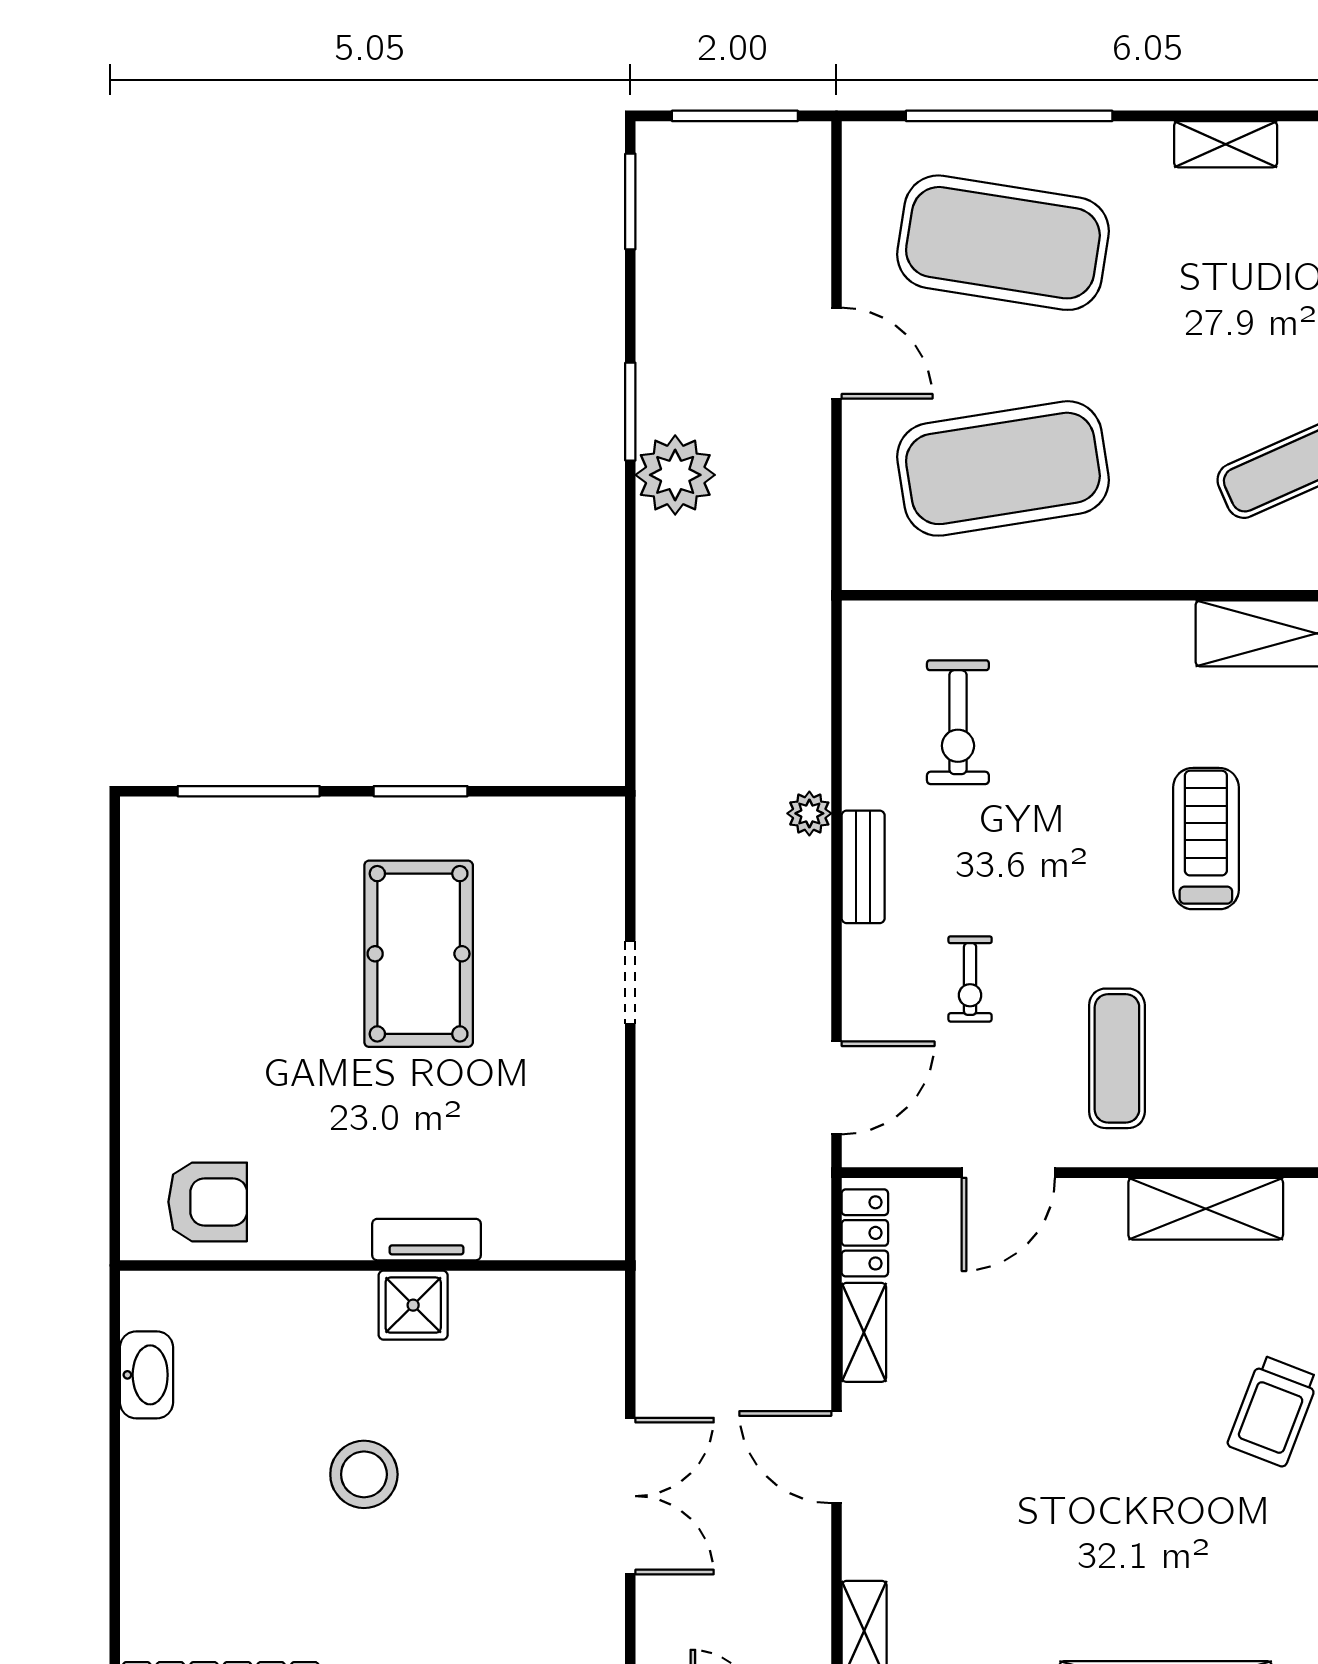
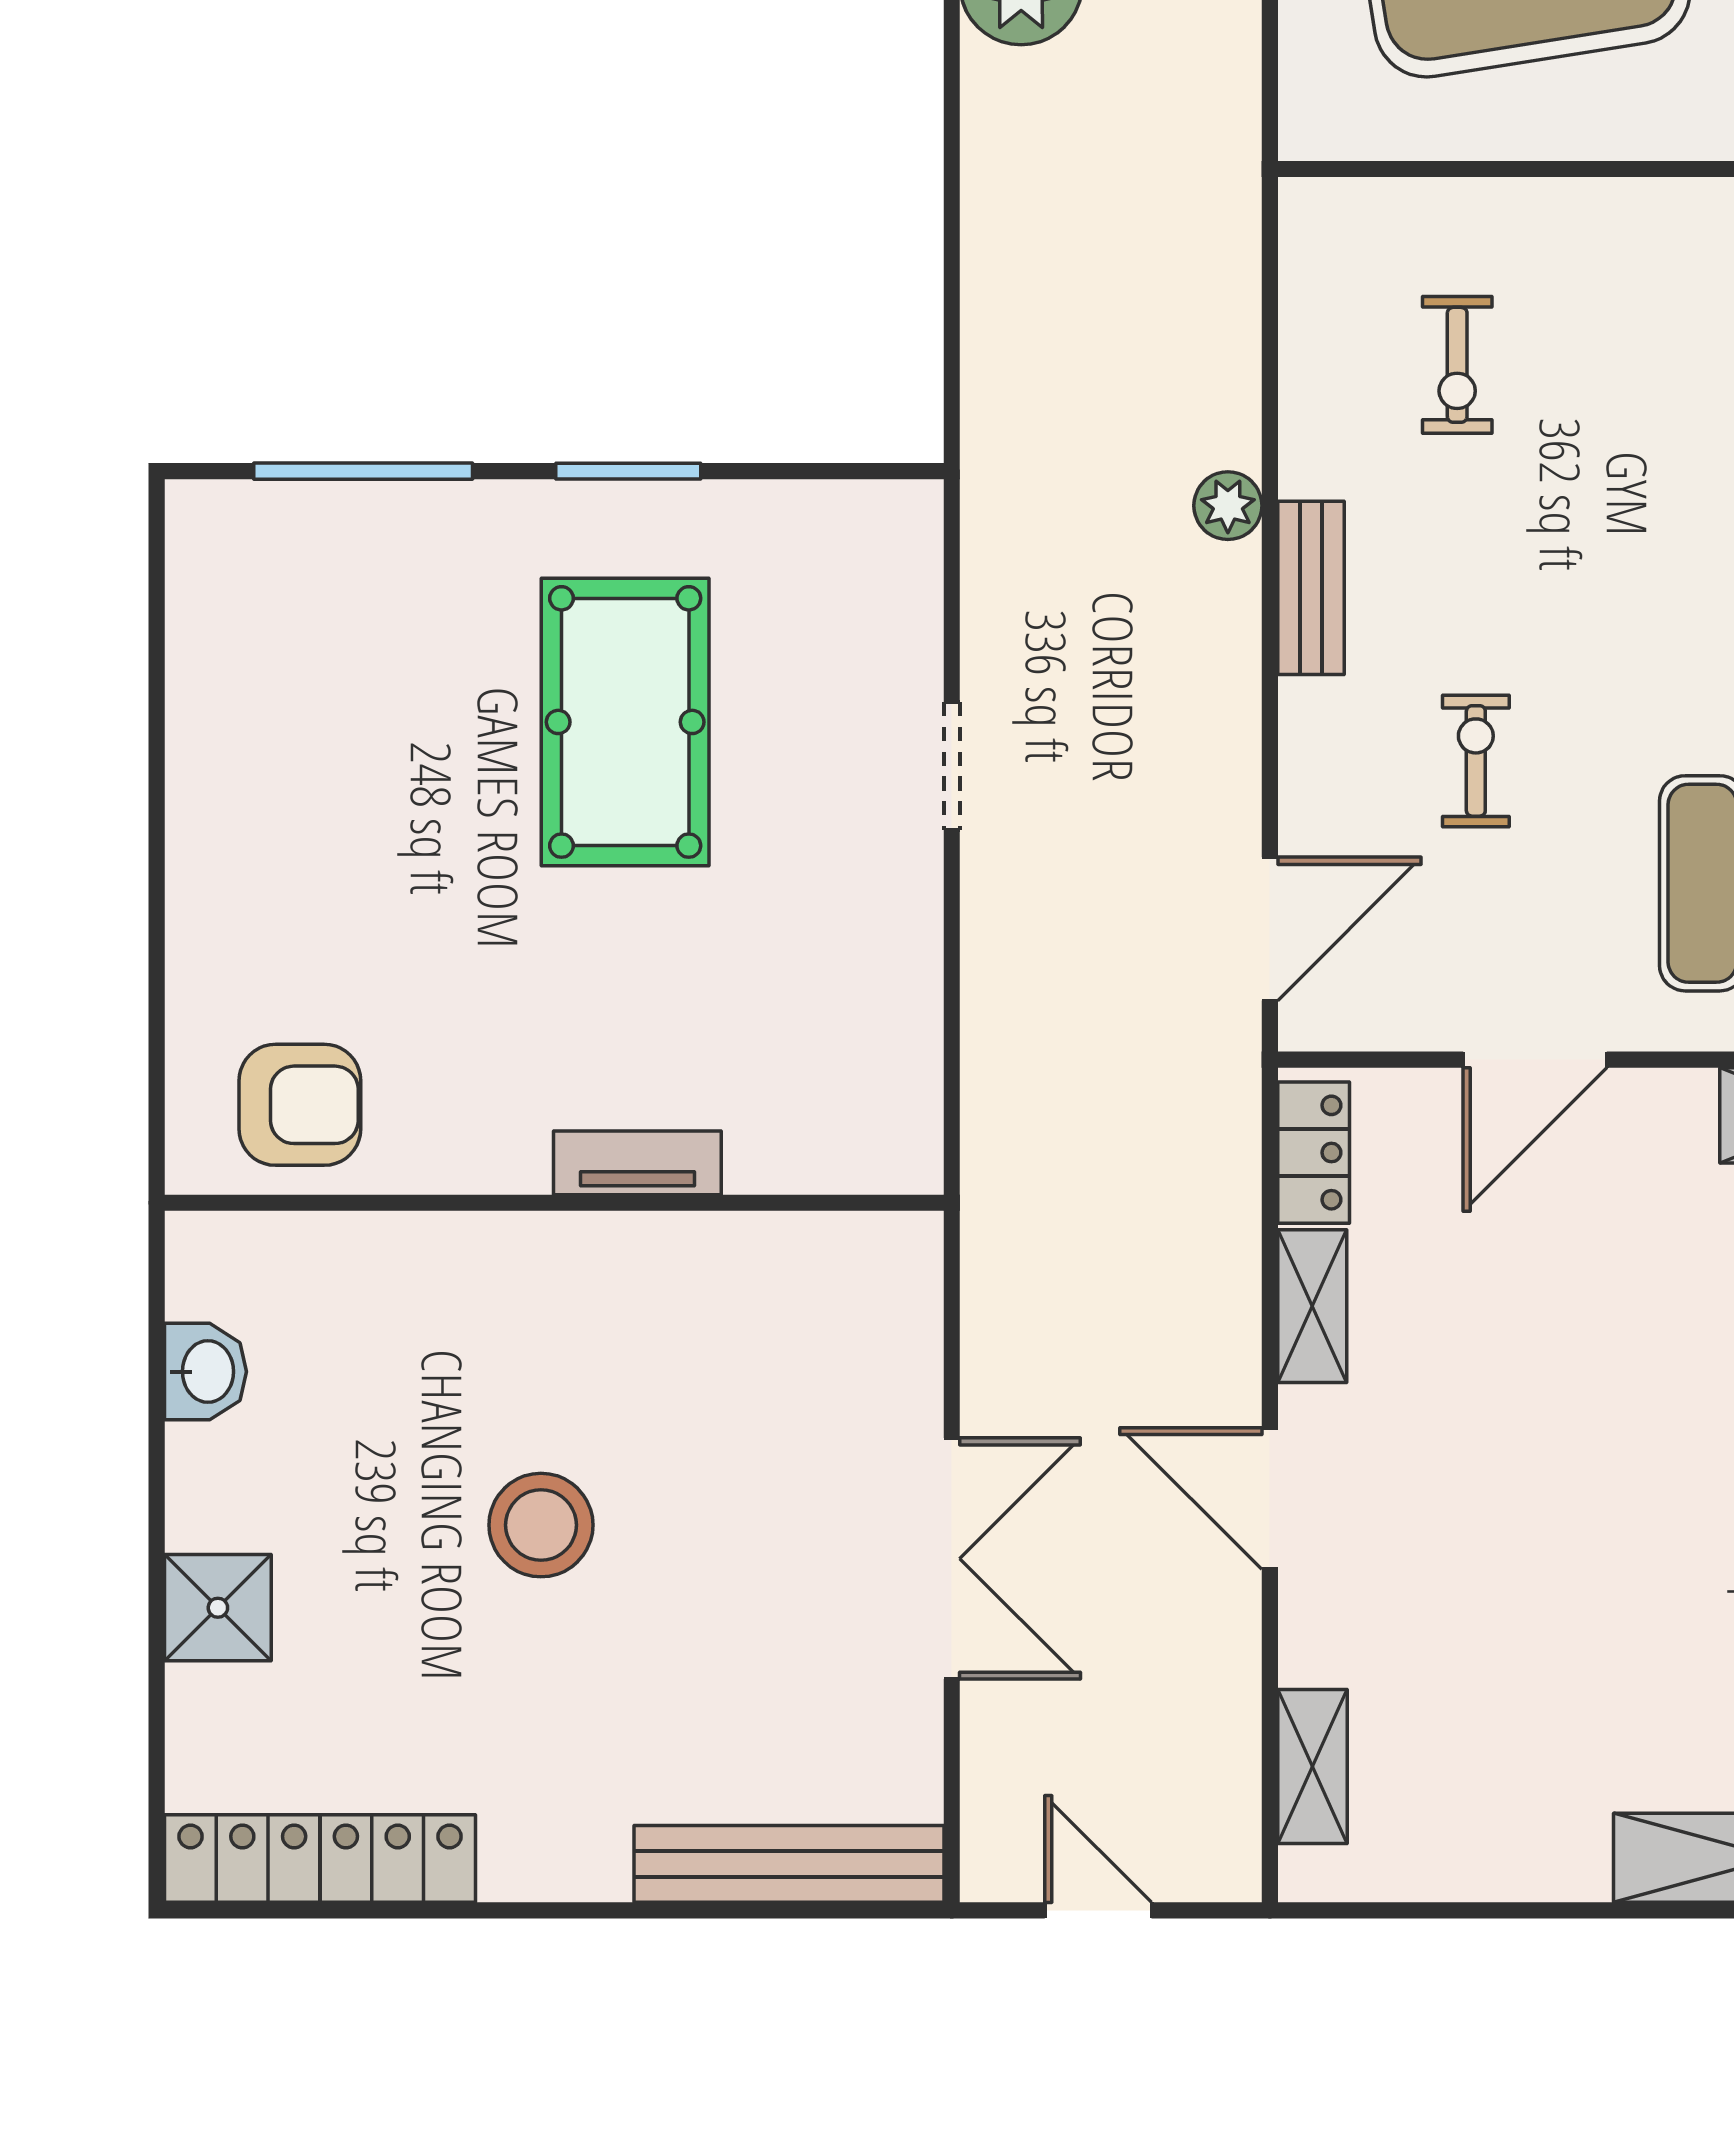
exercise bike: (958, 722) -> (1457, 365), width x0.73, depth x0.72
exercise bike: (970, 979) -> (1476, 761), turned 180
shower: (413, 1305) -> (218, 1608), moved
washbasin: (146, 1375) -> (206, 1372), width x0.72

